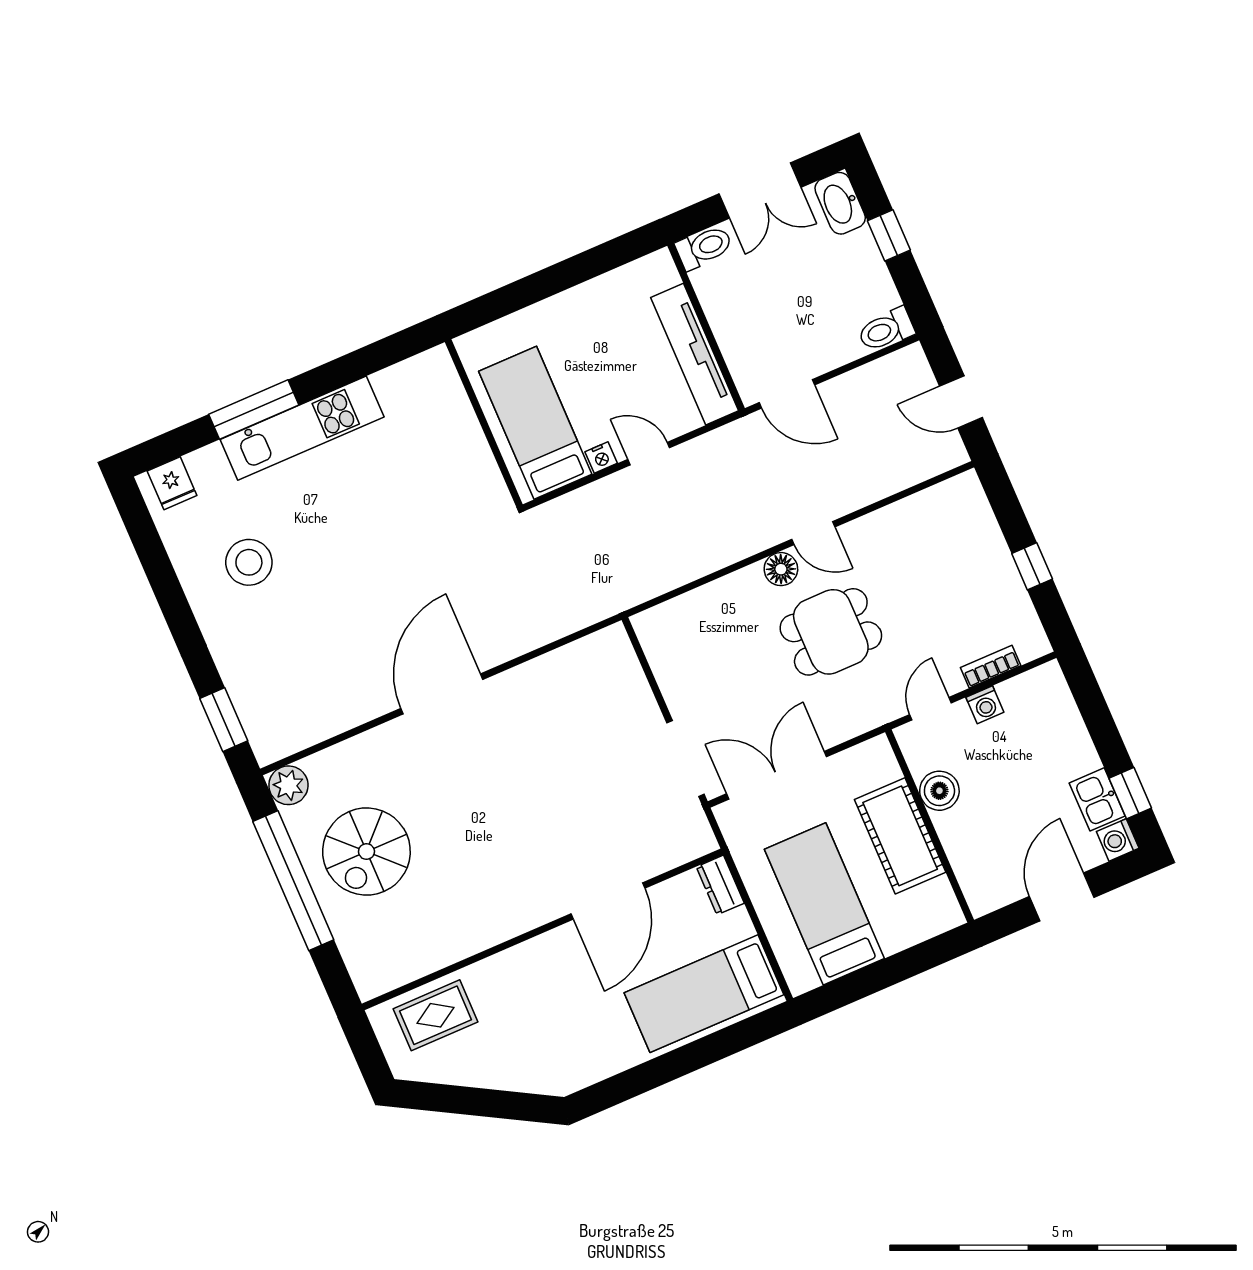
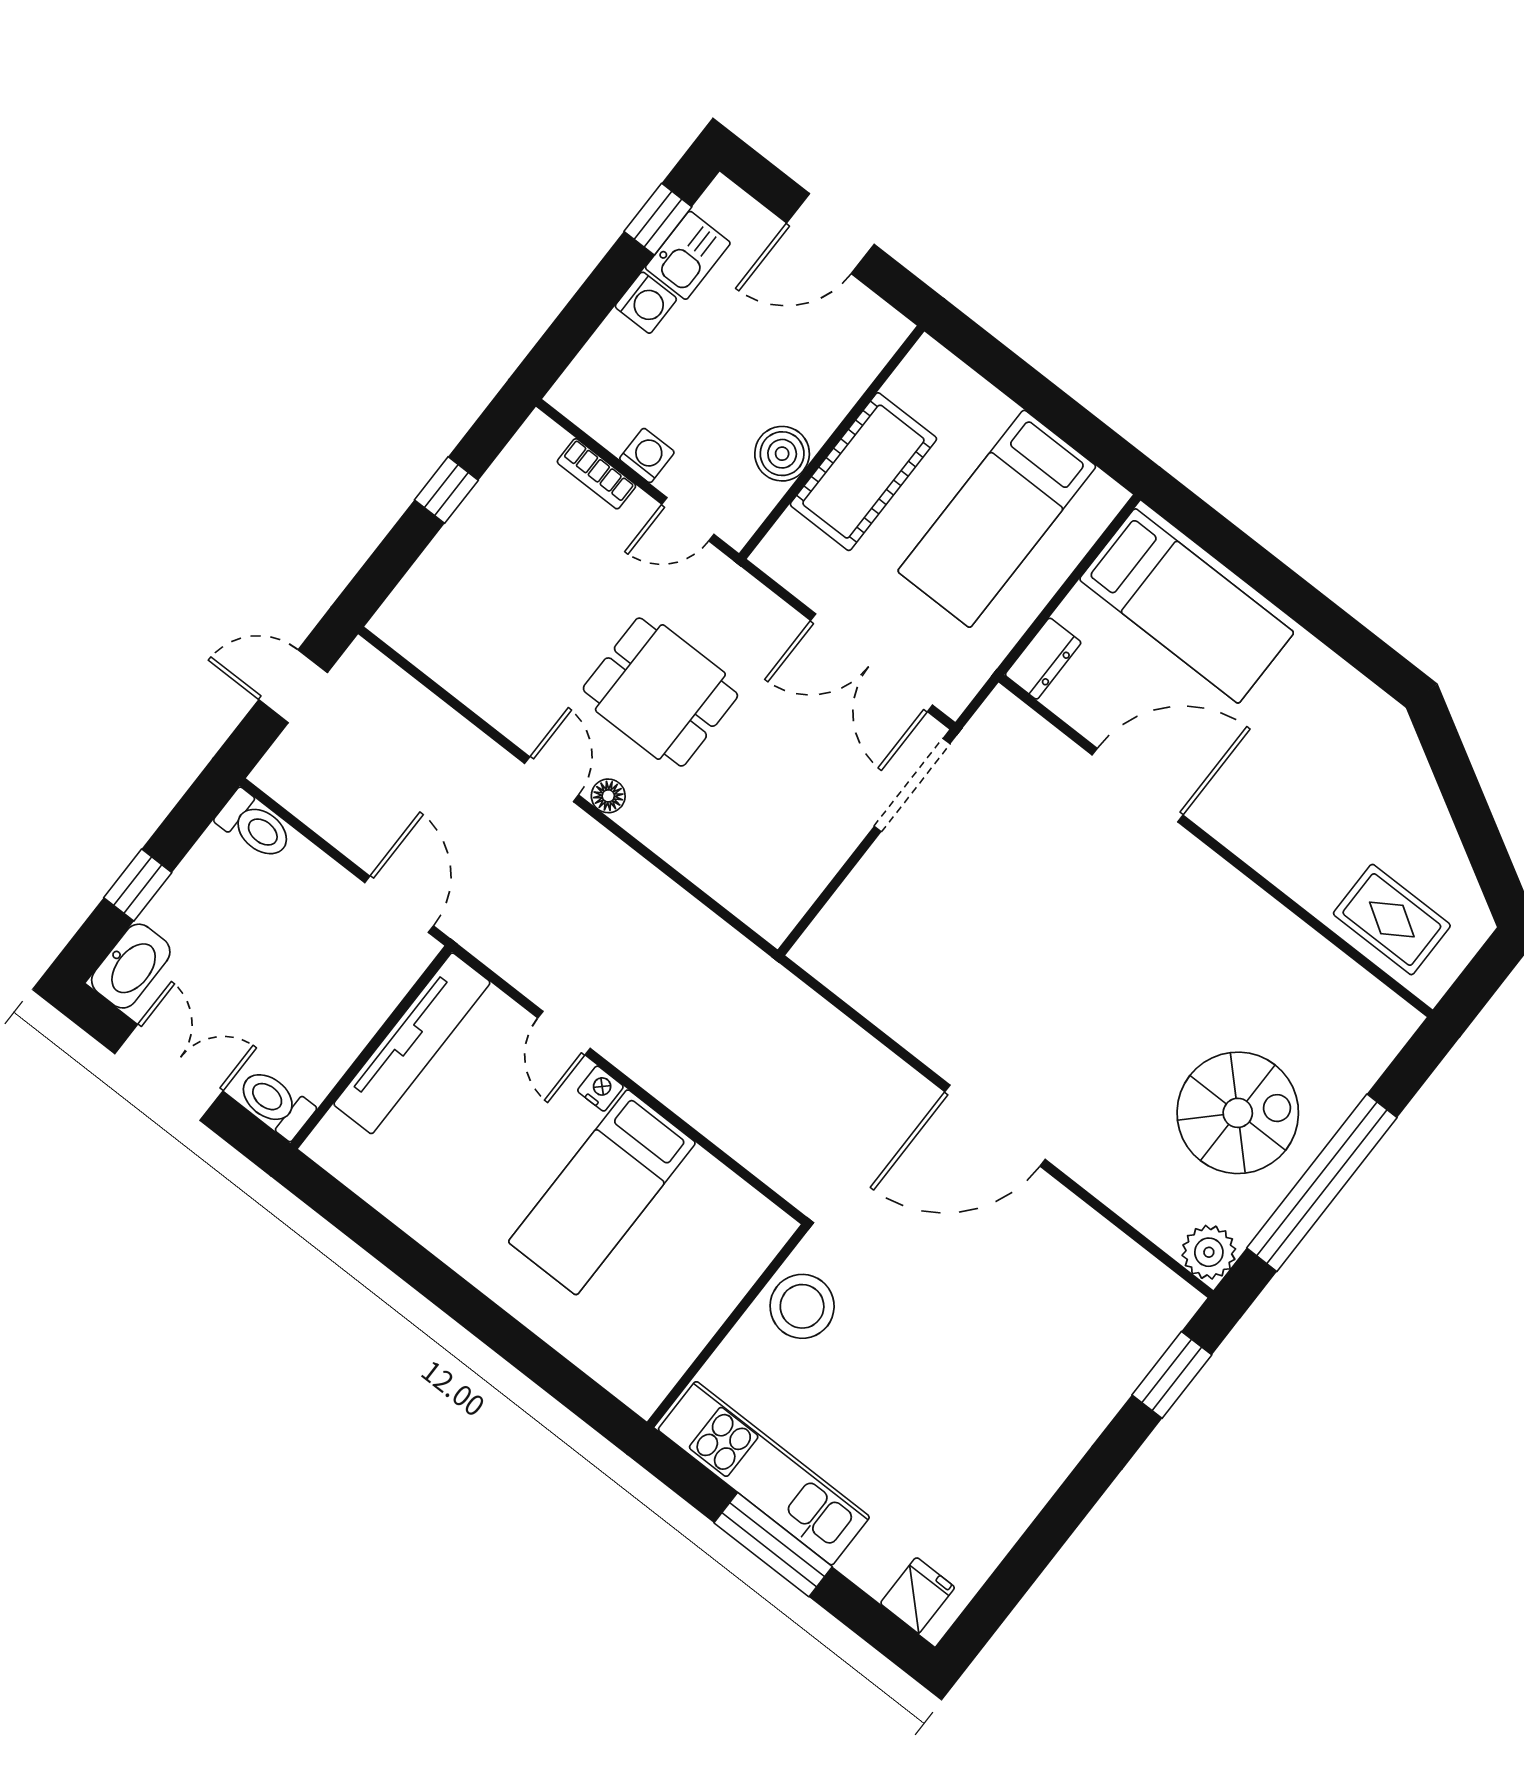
door: (961, 402) -> (293, 686), swing flipped
wall: (484, 423) -> (728, 1326), moved
stool: (249, 562) -> (802, 1306), moved
floor lamp: (781, 569) -> (608, 796), width x0.73, depth x0.73
washing machine: (1118, 840) -> (646, 303), moved

